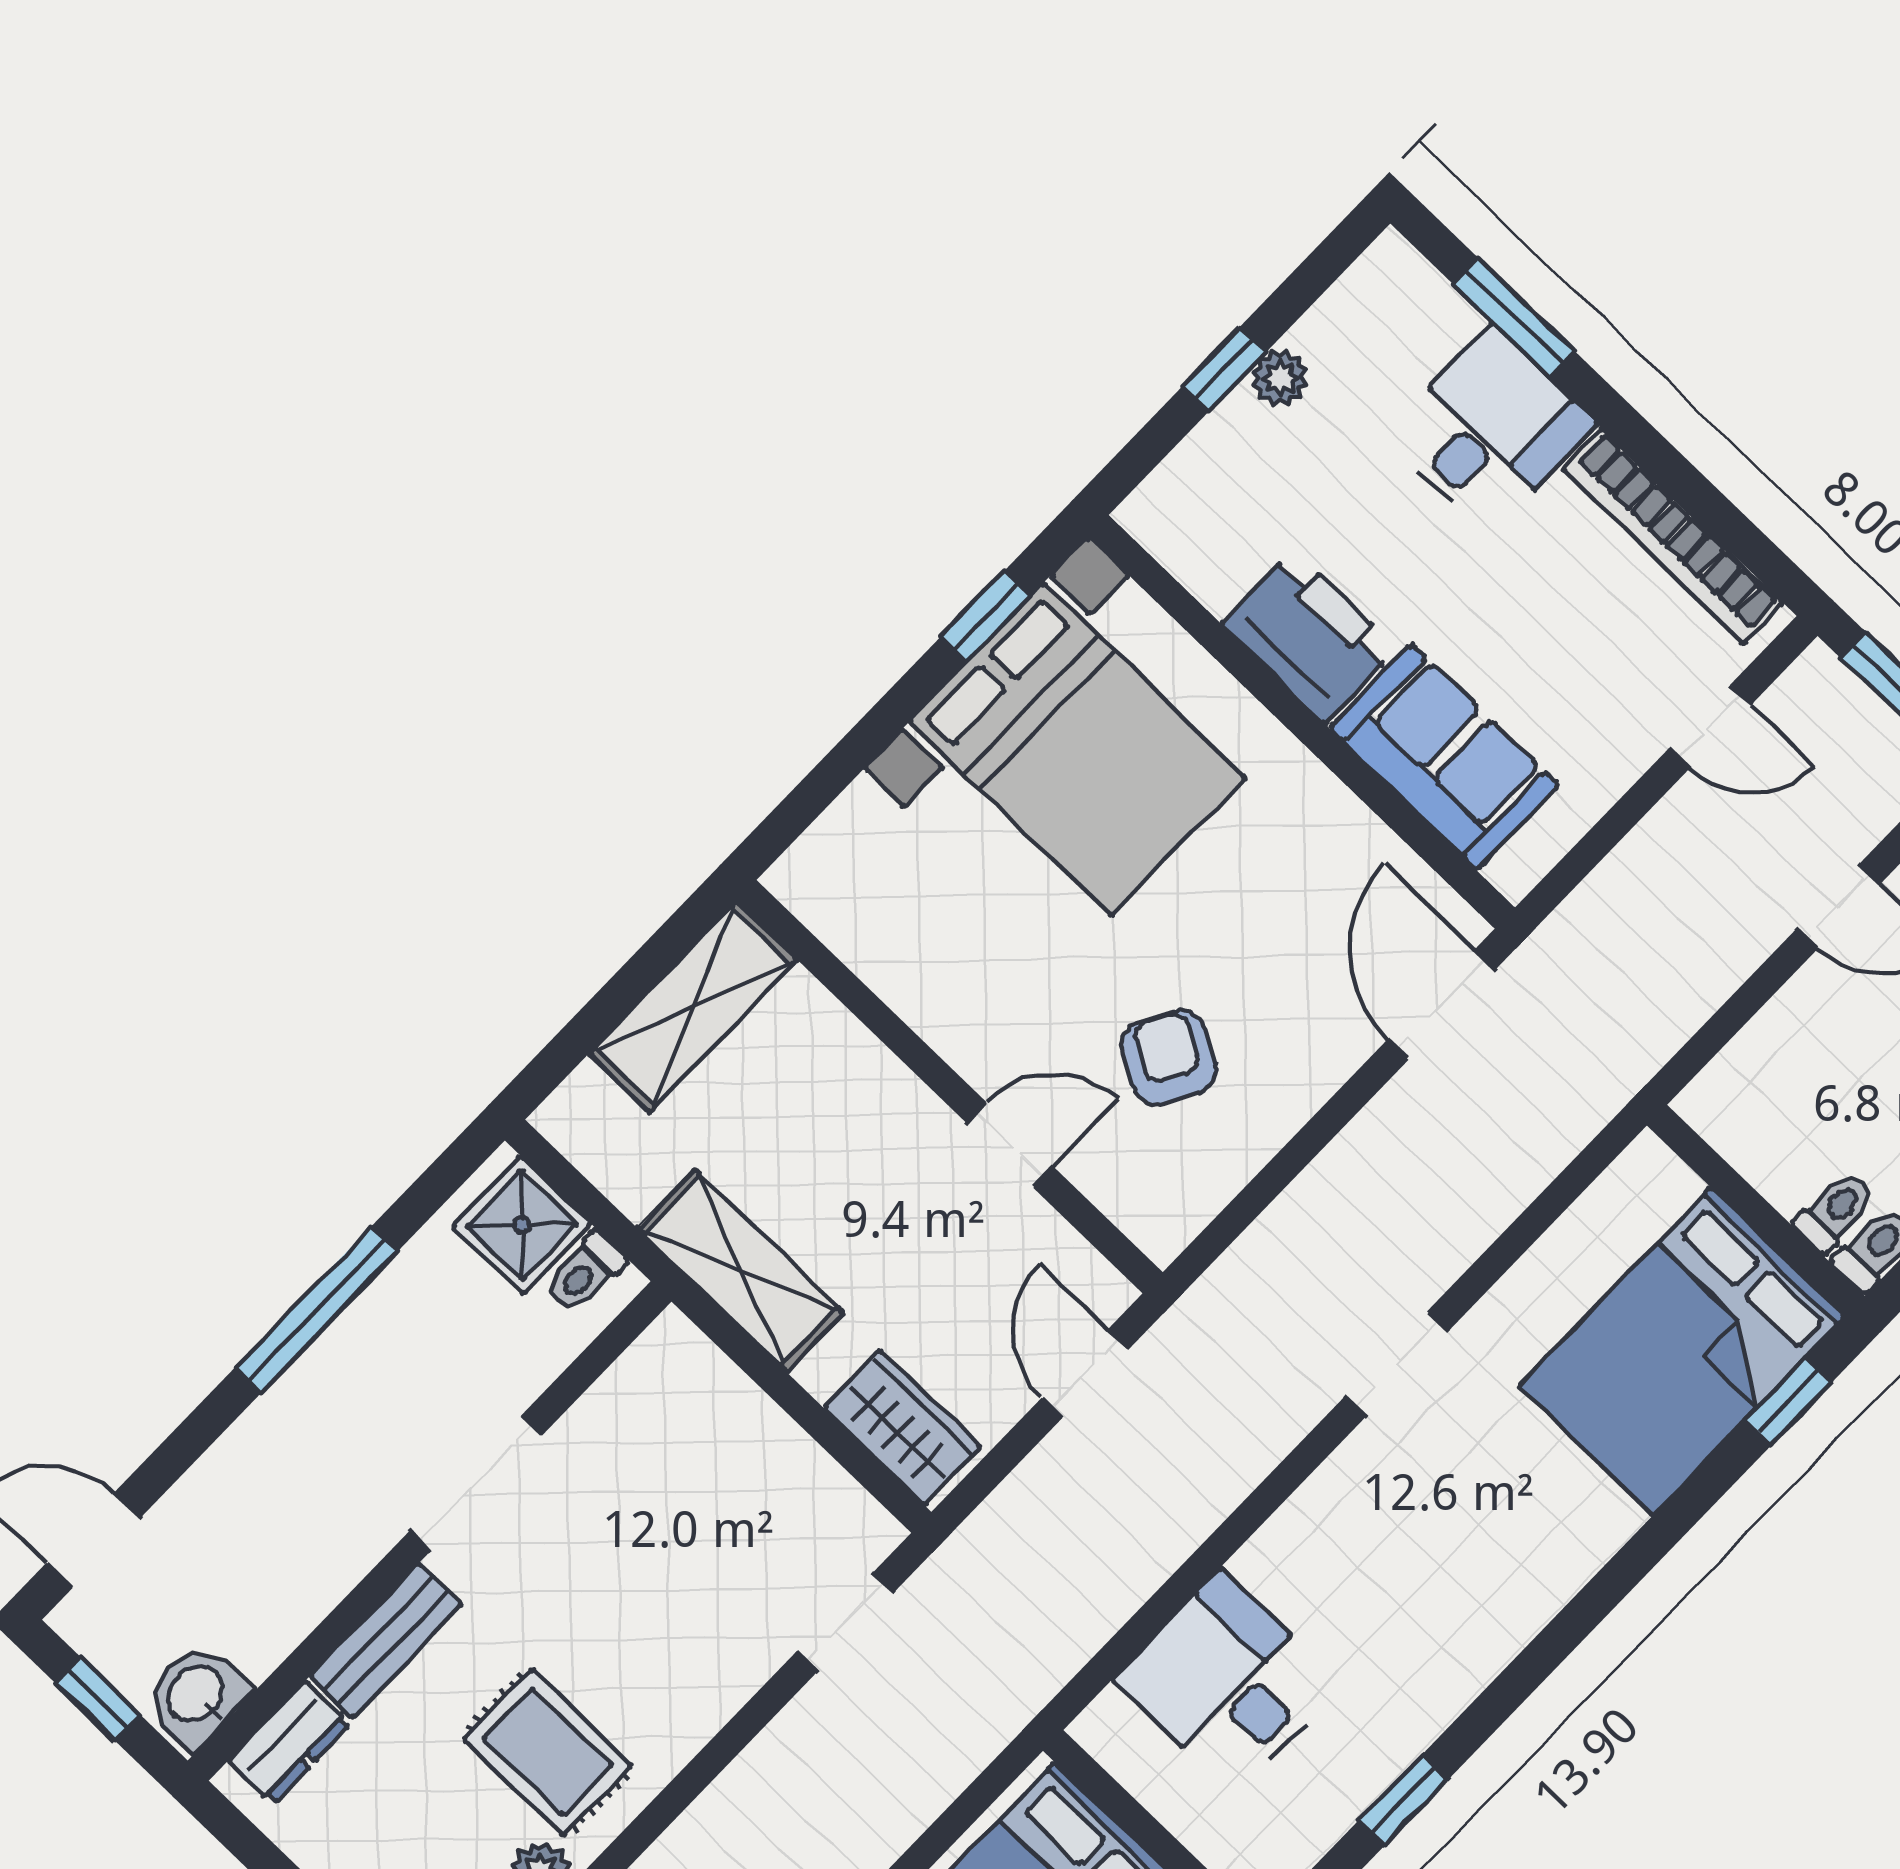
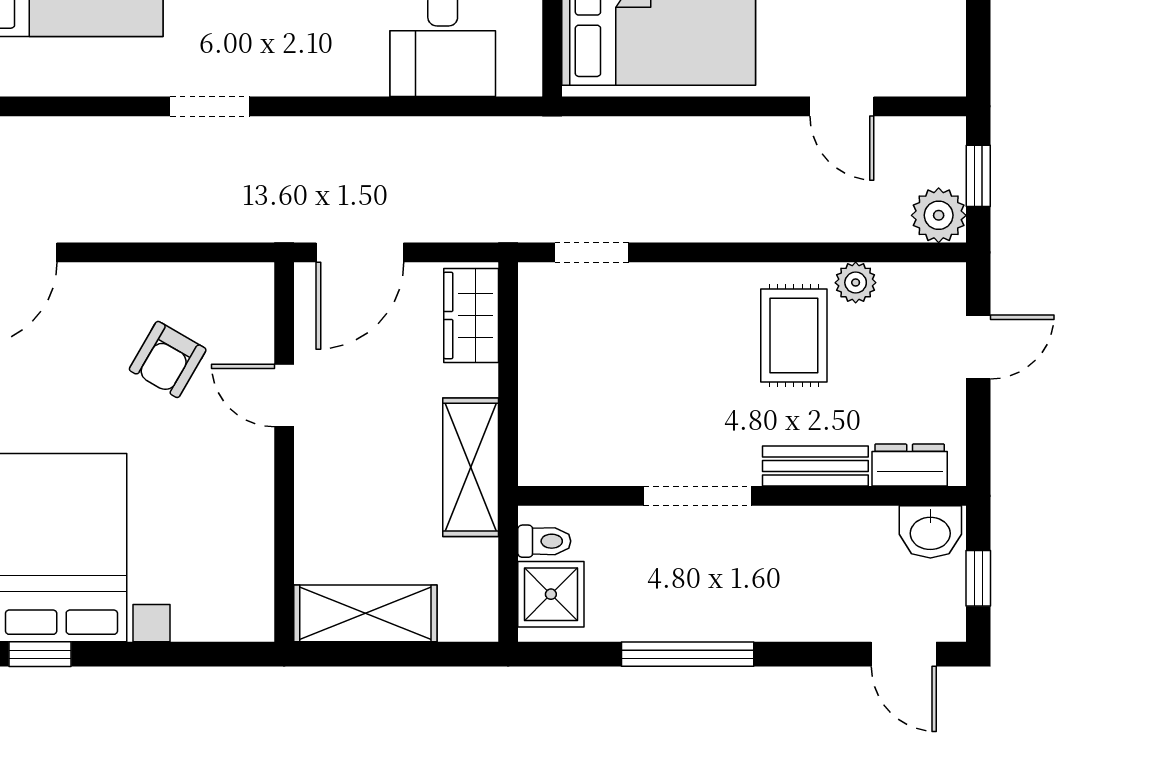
door: (1085, 1374) -> (360, 252), width x1.38

